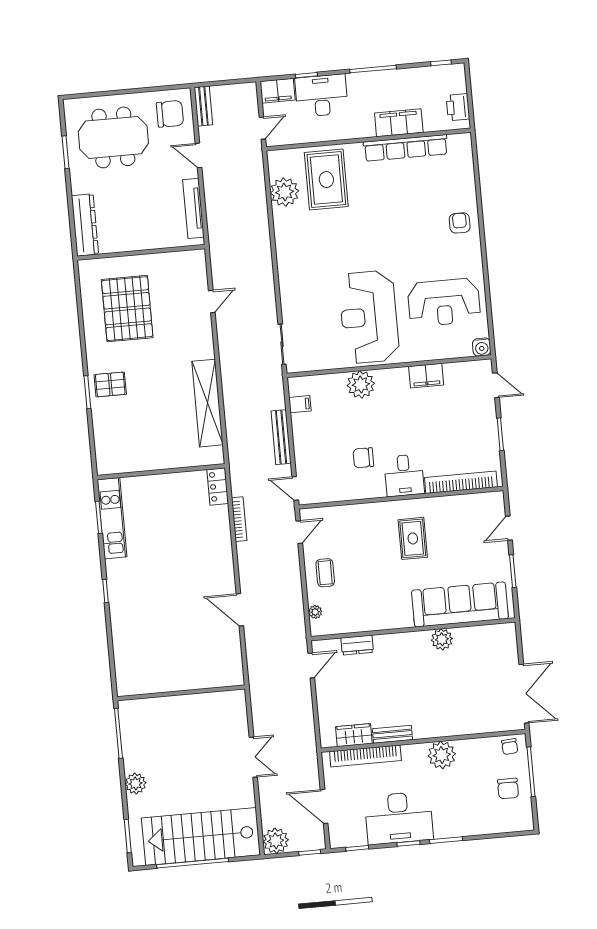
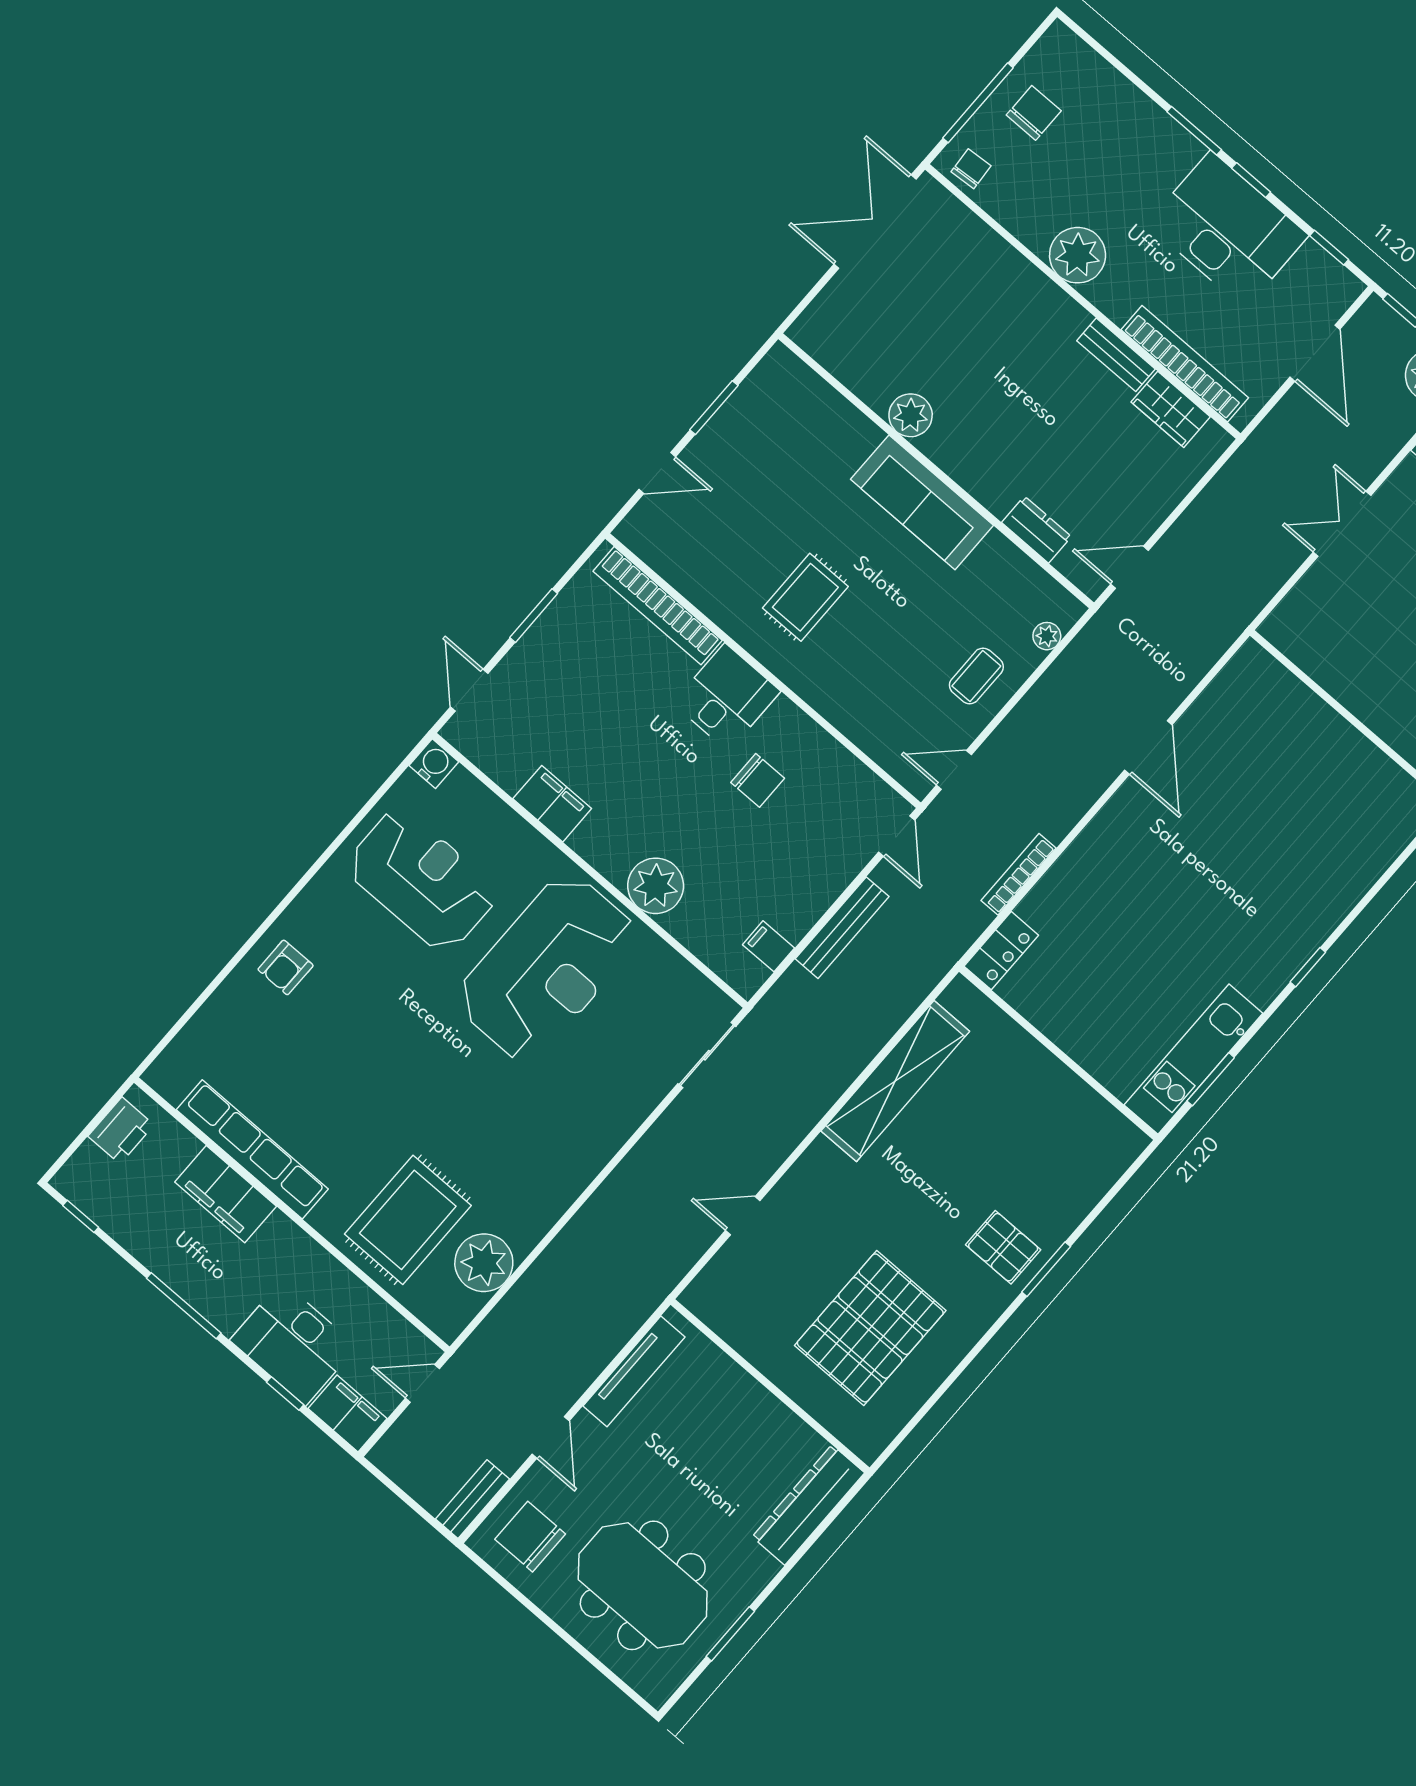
sofa: (460, 604) -> (922, 502), moved, width x0.74, depth x0.79

